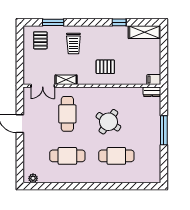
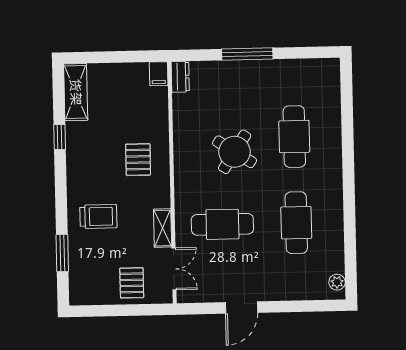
pallet: (40, 40) -> (132, 283), moved, turned 90

